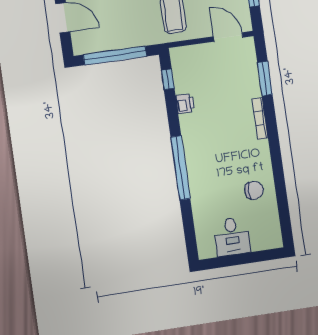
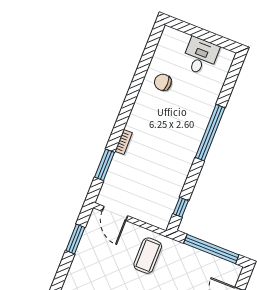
printer: (185, 104) -> (178, 181), removed
bookcase: (260, 118) -> (124, 142), width x0.64

